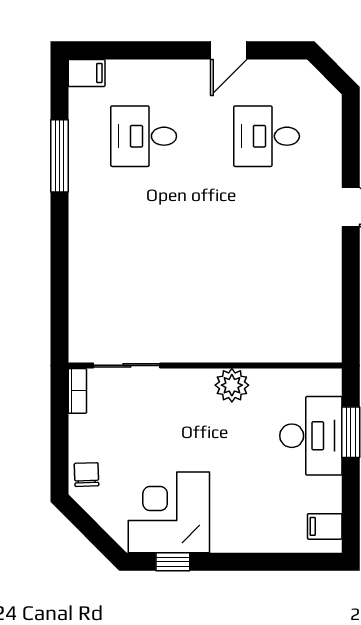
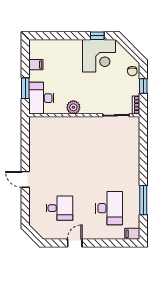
desk: (144, 136) -> (109, 208), width x1.37
desk: (311, 436) -> (41, 98), moved
window: (59, 438) -> (143, 86), added
filing cabinet: (325, 526) -> (36, 65), moved

